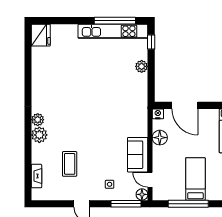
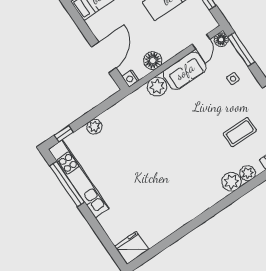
plant: (38, 120) -> (248, 173), moved
plant: (140, 128) -> (157, 87), added

